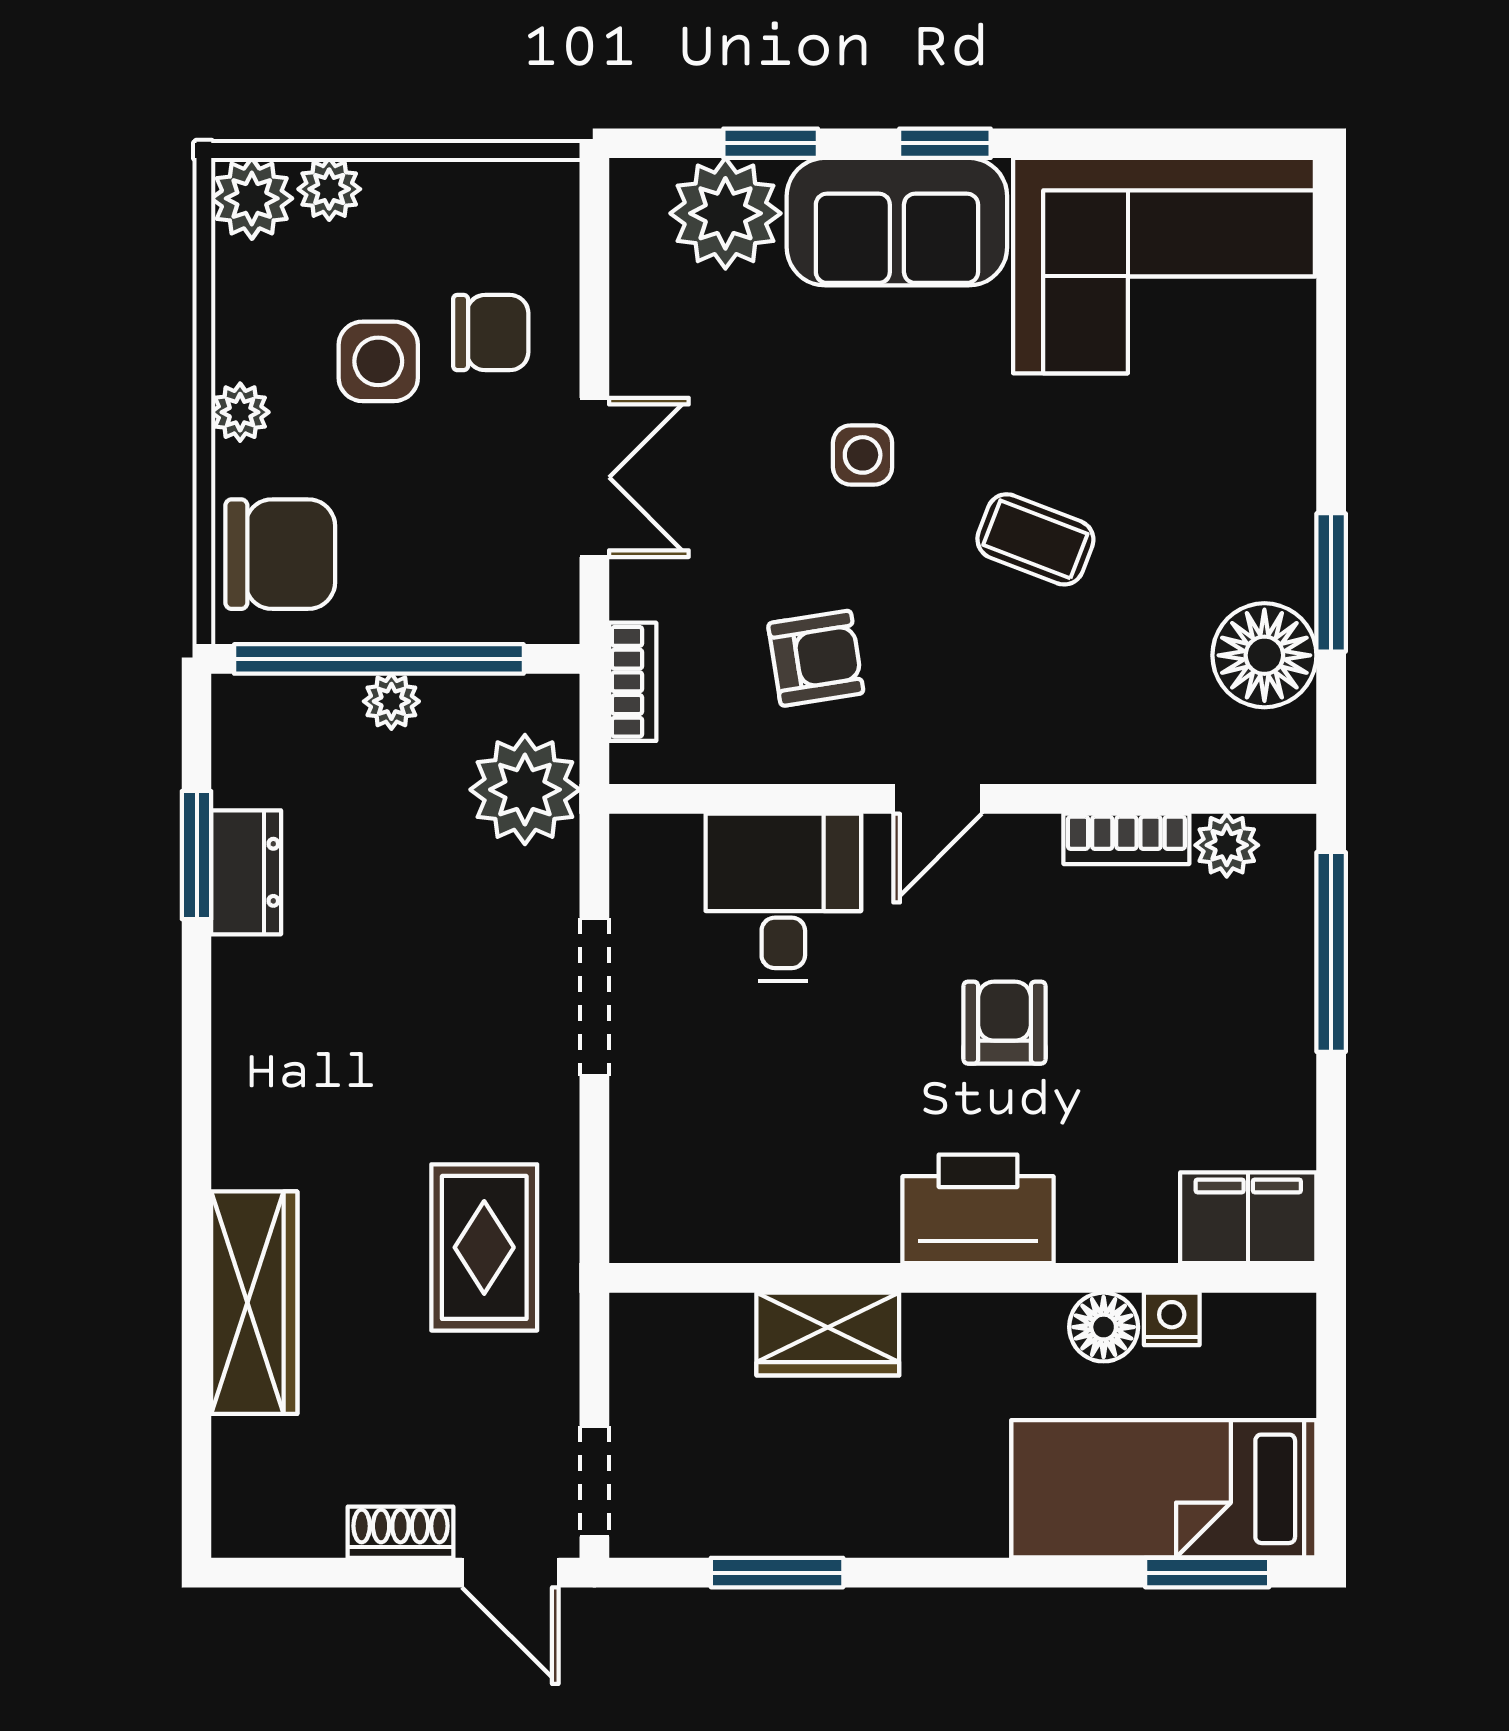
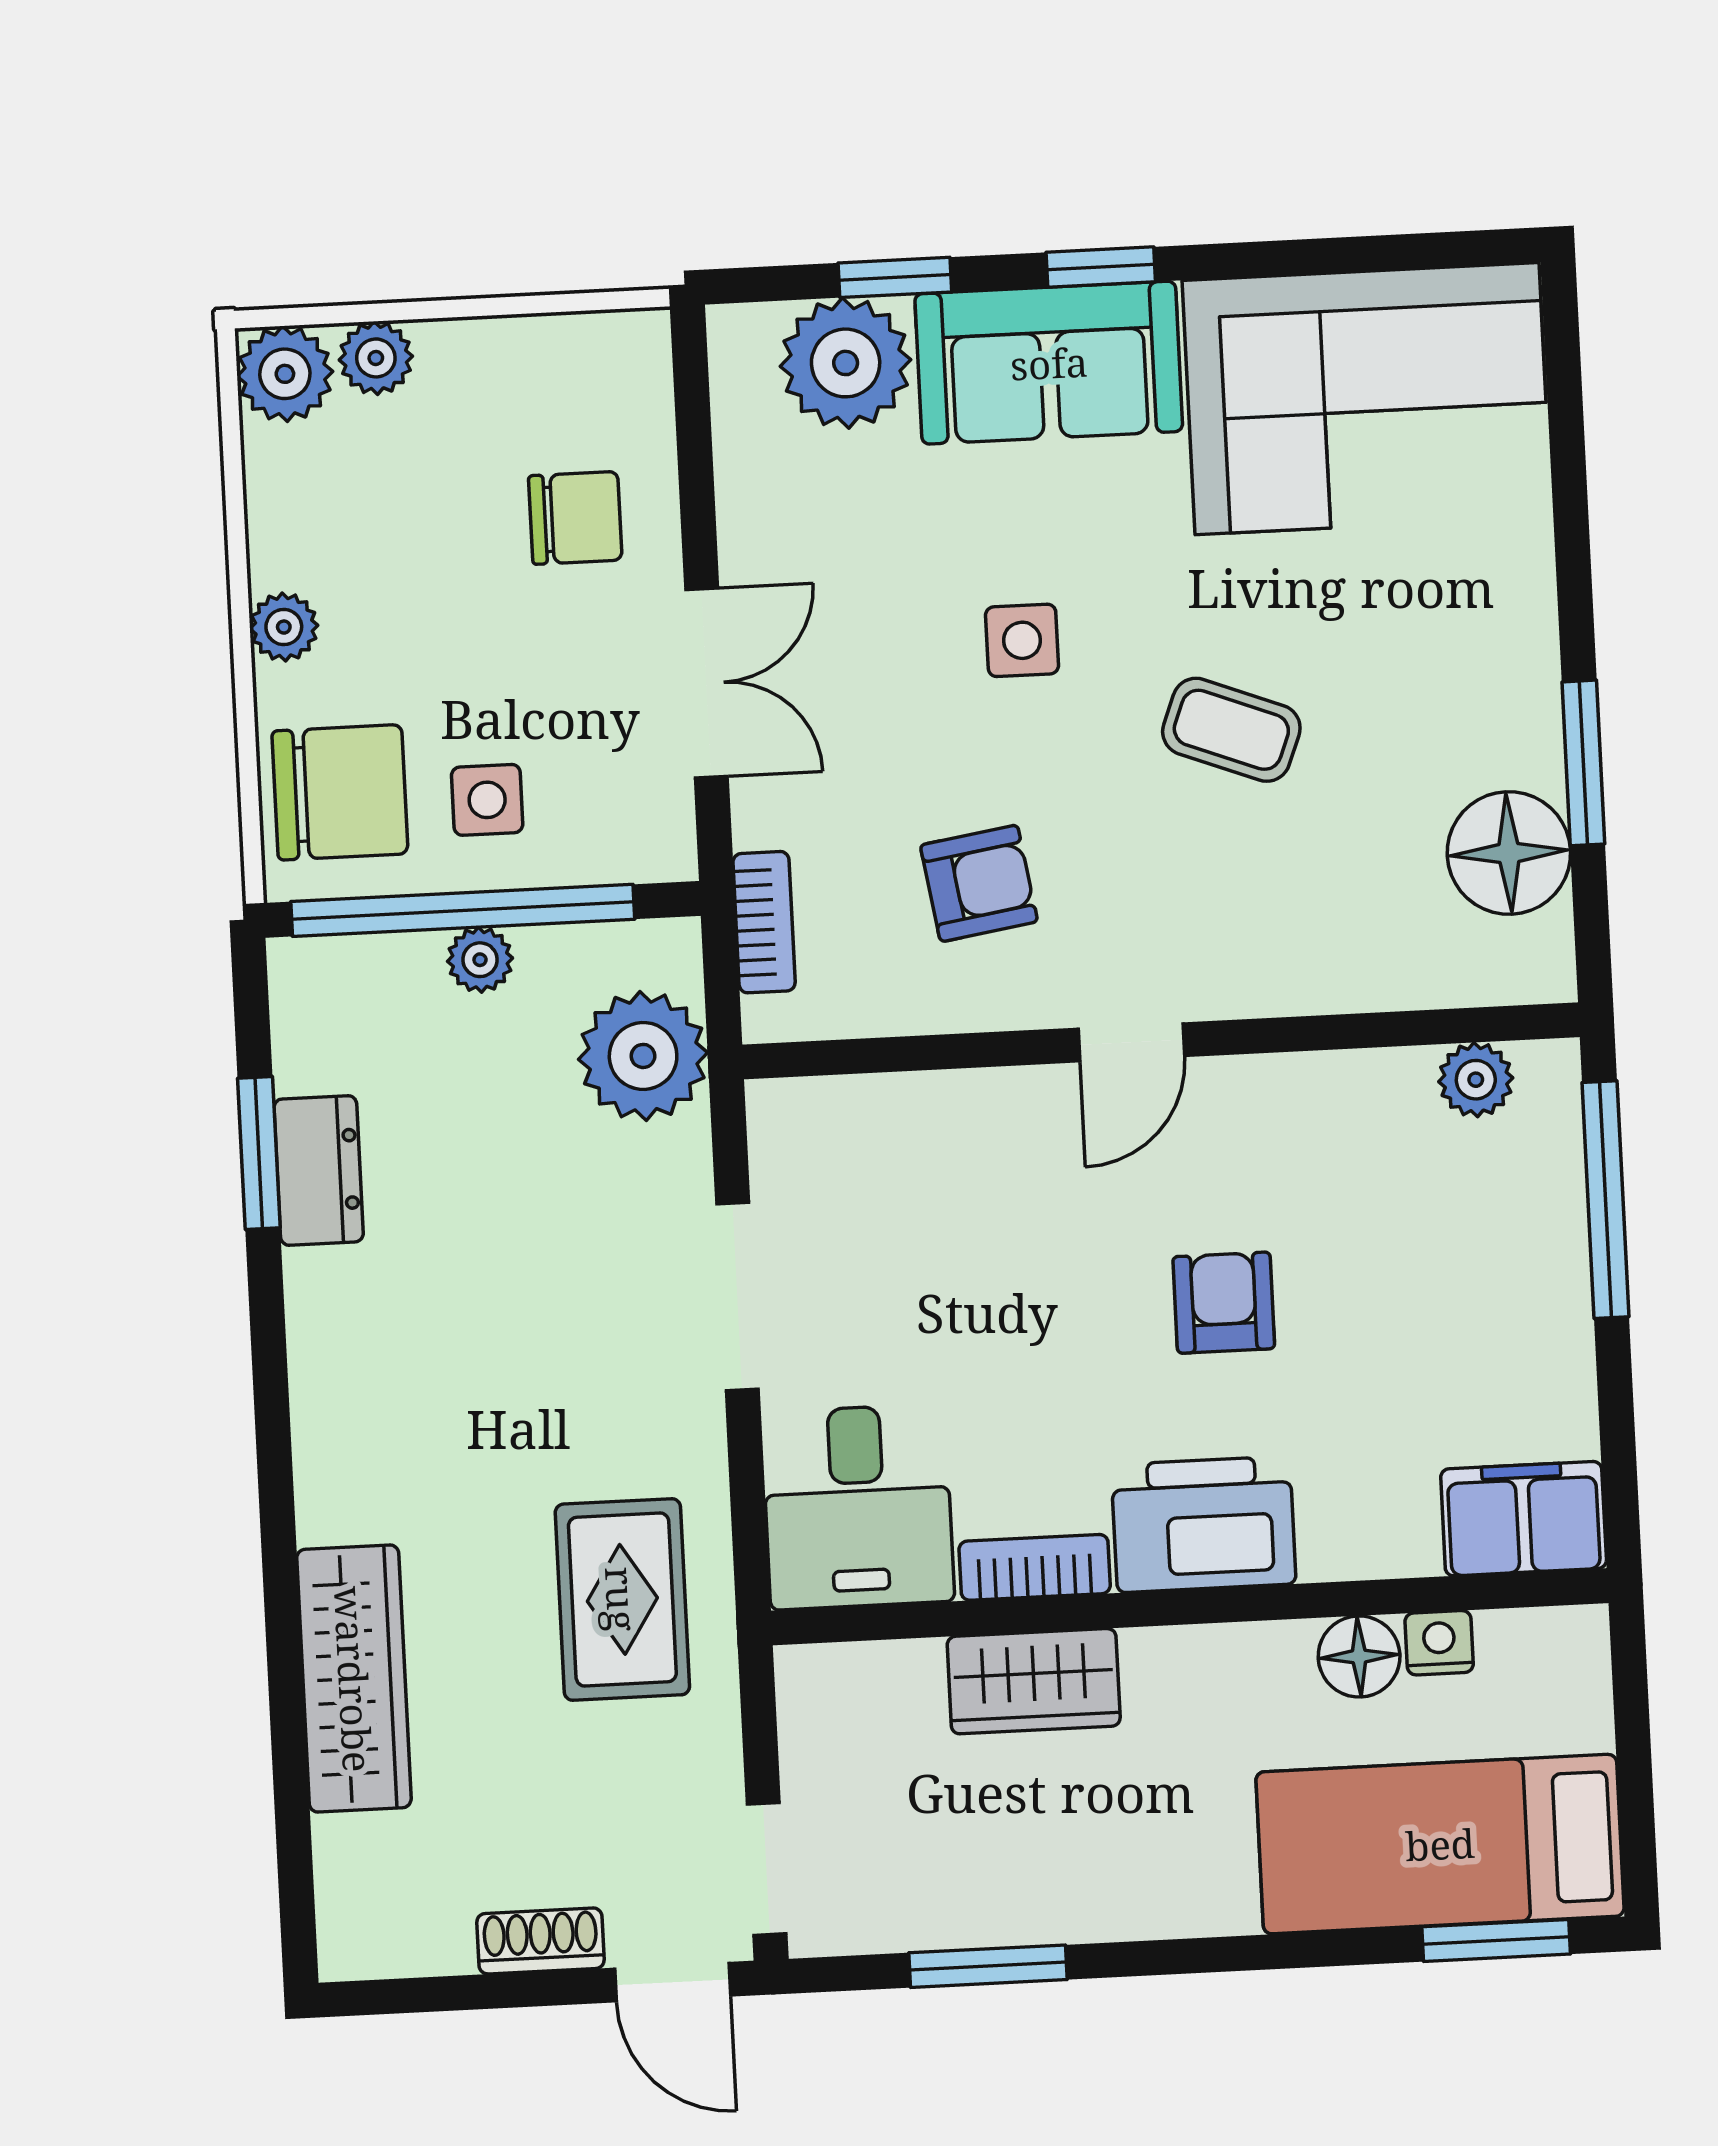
side table: (378, 361) -> (487, 800), moved, width x0.73, depth x0.73
bookcase: (1126, 839) -> (1035, 1567), moved, turned 180
desk: (783, 898) -> (858, 1507), moved, turned 180

